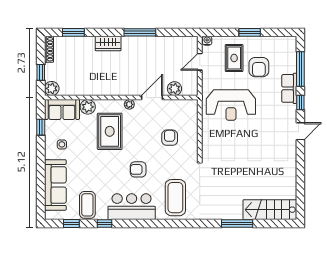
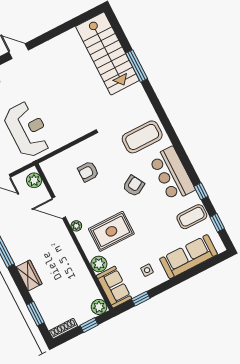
plant: (174, 89) -> (34, 180), moved
armchair: (138, 169) -> (134, 186), turned -120
stairs: (270, 210) -> (108, 53), width x1.36, depth x1.51

